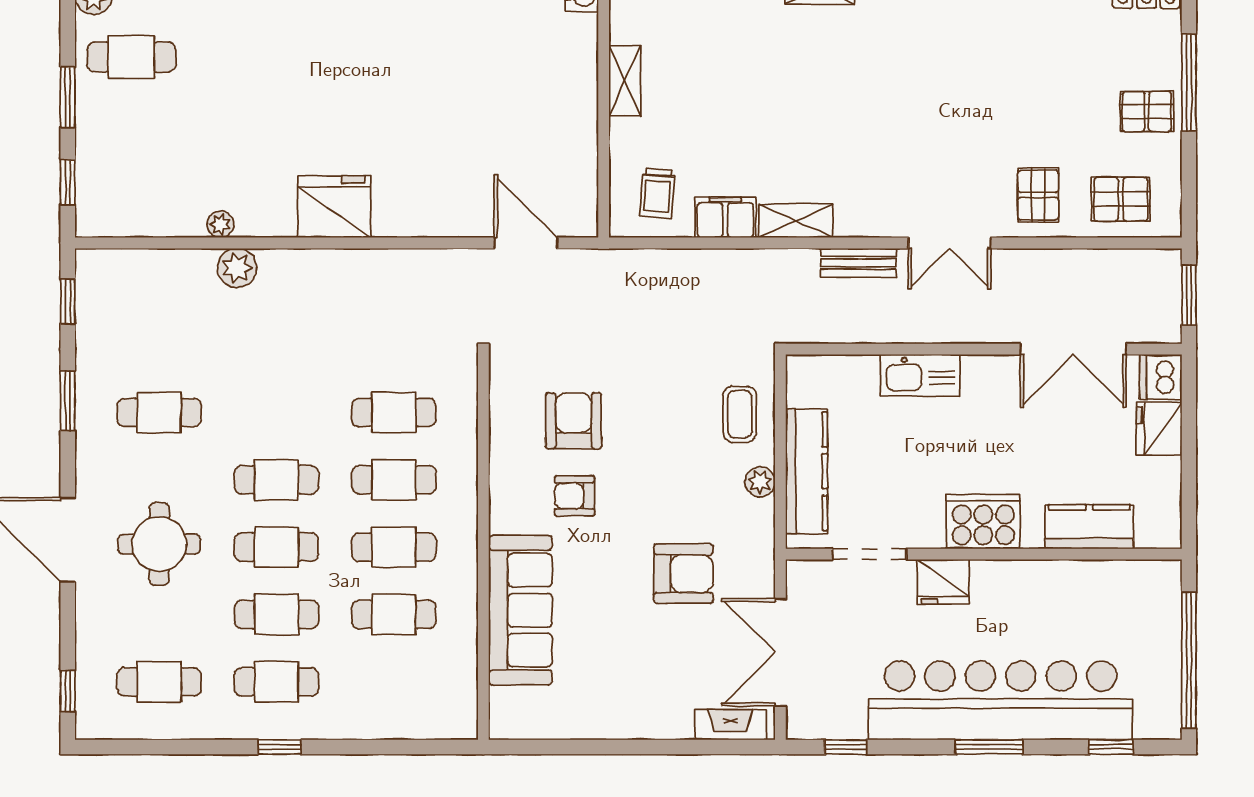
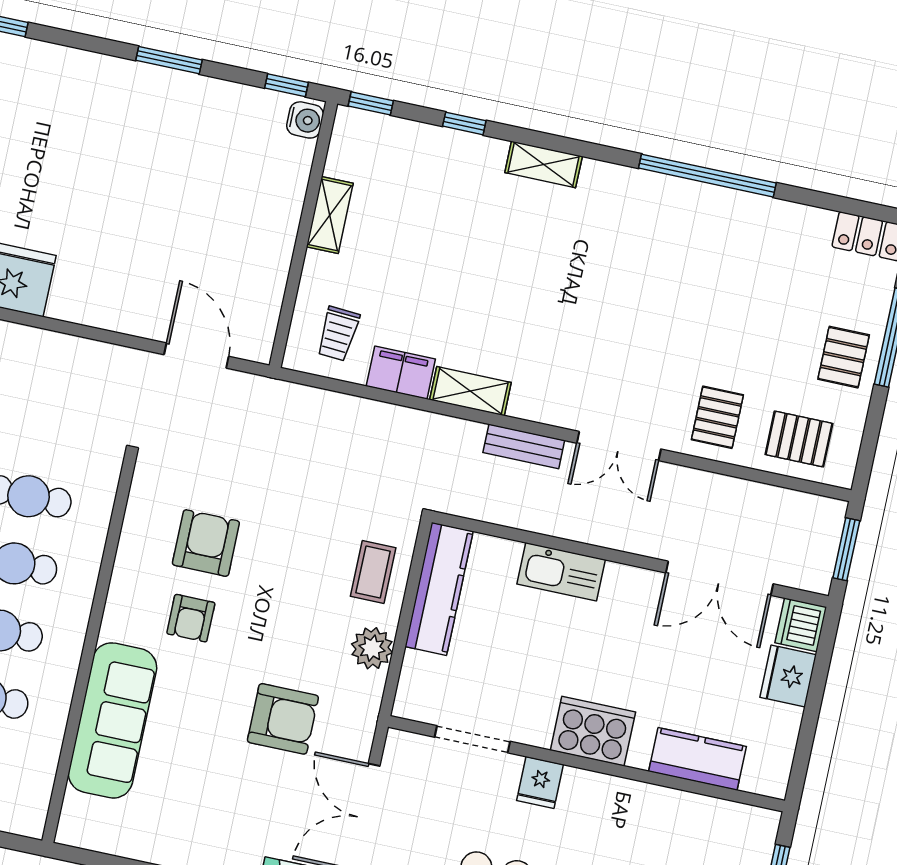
pallet: (1147, 111) -> (844, 357), turned 90
kitchen counter: (807, 471) -> (439, 589), moved
plant: (760, 482) -> (372, 648), width x1.38, depth x1.38
armchair: (575, 496) -> (191, 618), turned -90
fridge: (943, 582) -> (540, 783), width x0.72

